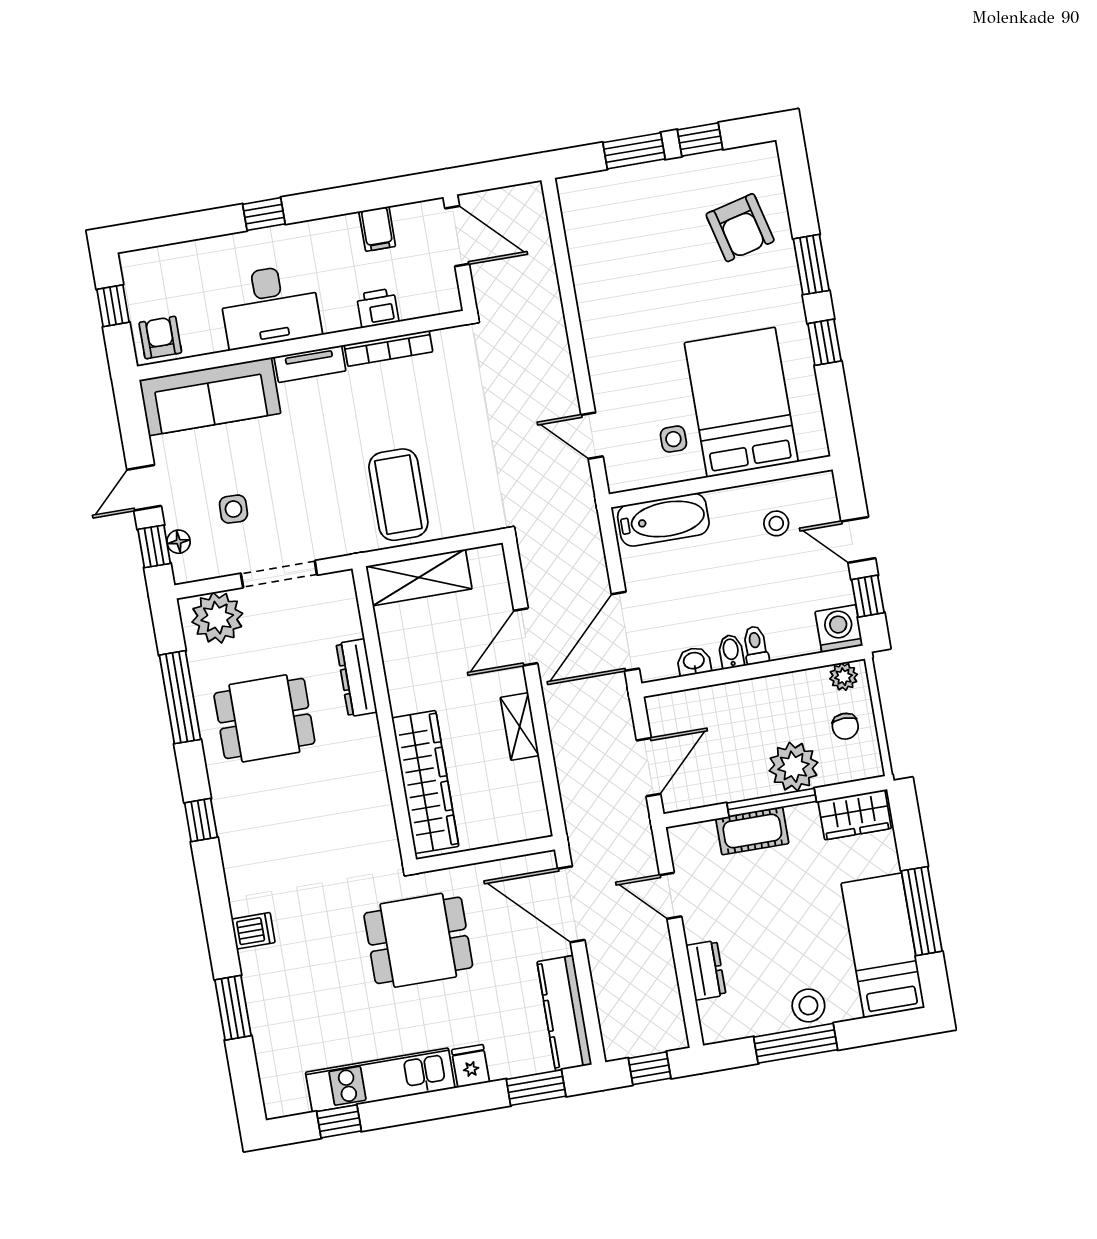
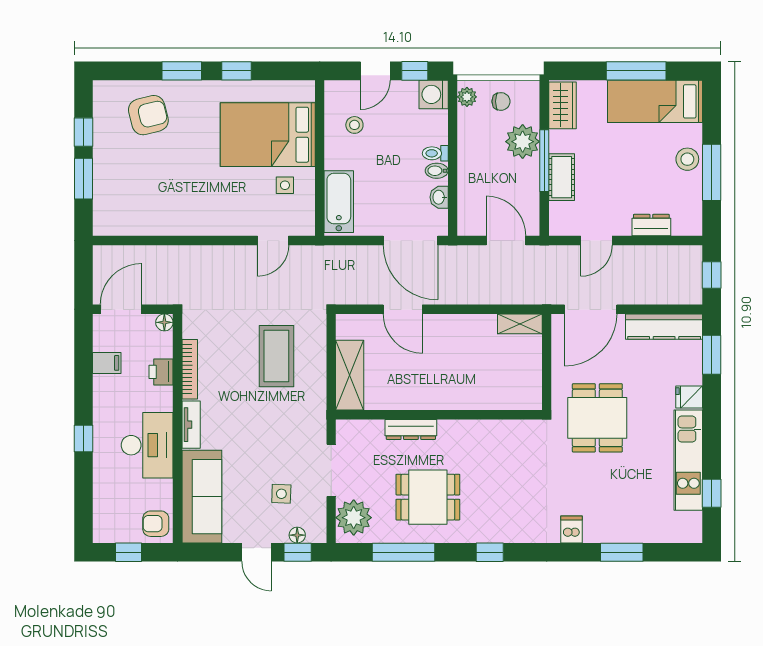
floor lamp: (449, 301) -> (164, 322), added
coffee table: (398, 495) -> (276, 356), moved, turned 90
dining table: (264, 718) -> (428, 497), turned 90
shelving: (520, 726) -> (520, 324), moved
wardrobe: (425, 782) -> (490, 395), removed

